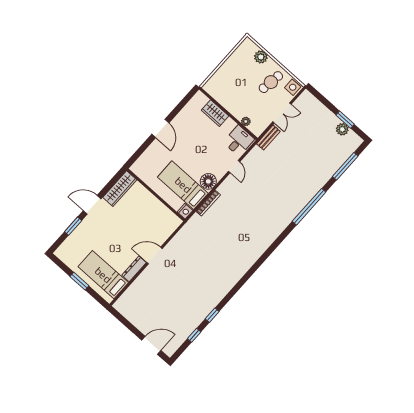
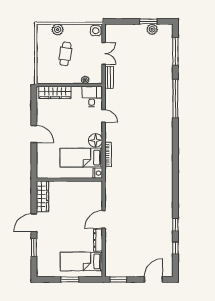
cafe table: (271, 82) -> (65, 54), moved
wardrobe: (215, 113) -> (55, 92), width x1.50
window: (121, 318) -> (118, 279), added

